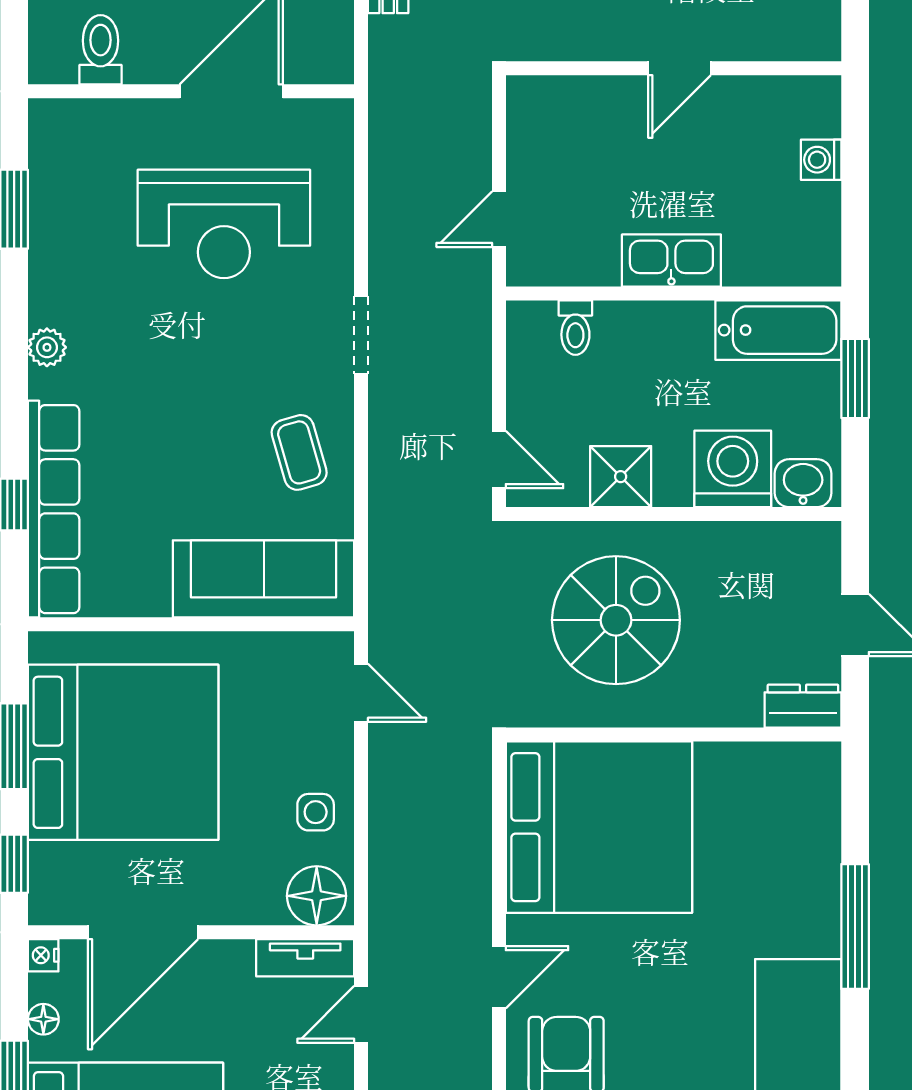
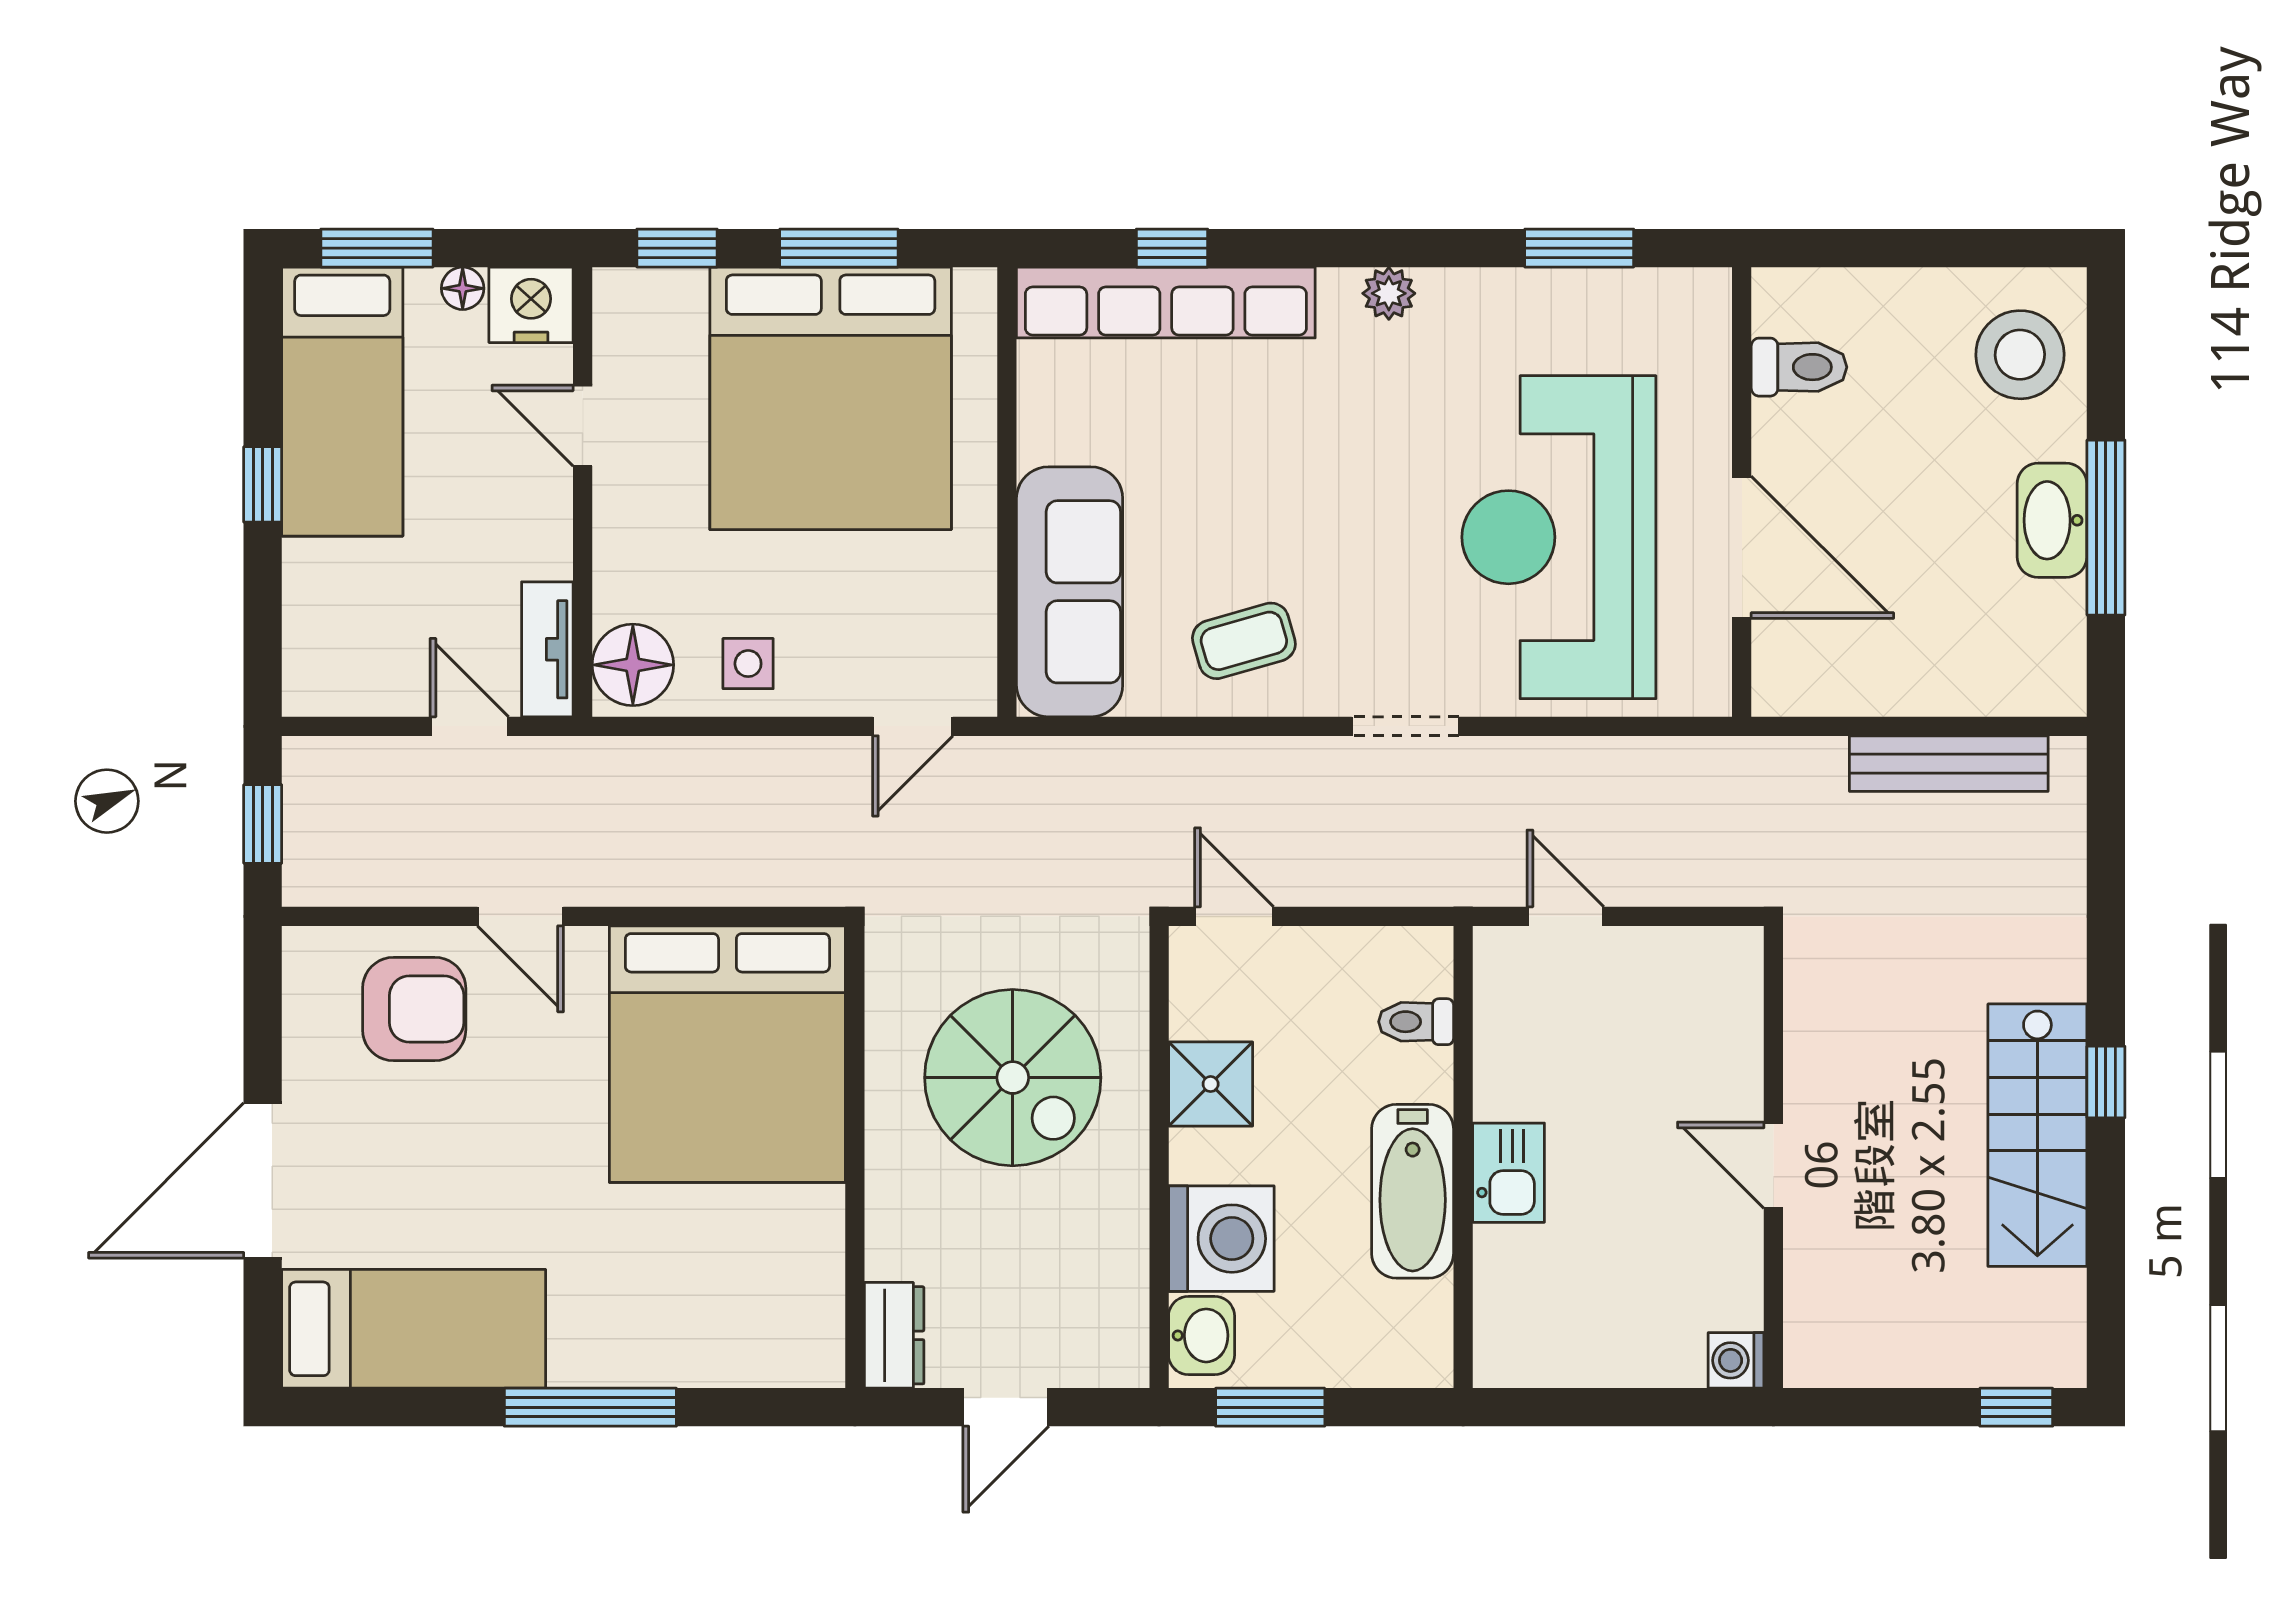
washing machine: (821, 160) -> (1736, 1360), moved, turned -90
reception desk: (224, 224) -> (1559, 537), width x1.36, depth x1.30
kitchen sink: (671, 260) -> (1508, 1173), width x0.73
bathtub: (778, 330) -> (1413, 1191), moved
window: (855, 378) -> (1270, 1407), moved
door: (499, 459) -> (1234, 916), swing flipped
door: (143, 932) -> (583, 426), width x0.53
nightstand: (43, 955) -> (531, 305), width x1.89, depth x1.79

